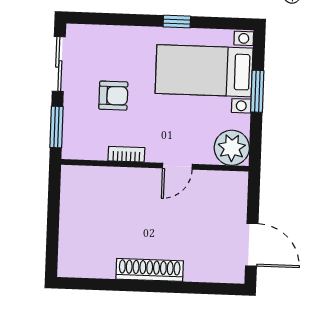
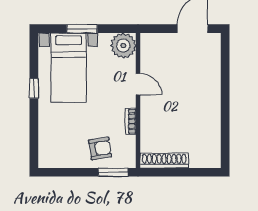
sliding door: (59, 64) -> (68, 172), removed
armchair: (113, 96) -> (100, 148), moved, turned 81
shoe rack: (150, 270) -> (164, 161), moved, turned 90

